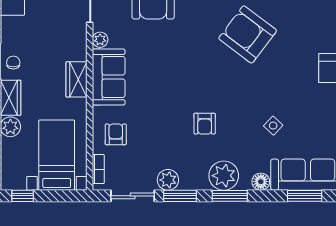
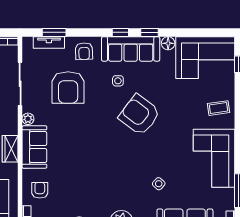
armchair: (205, 124) -> (107, 182), removed

